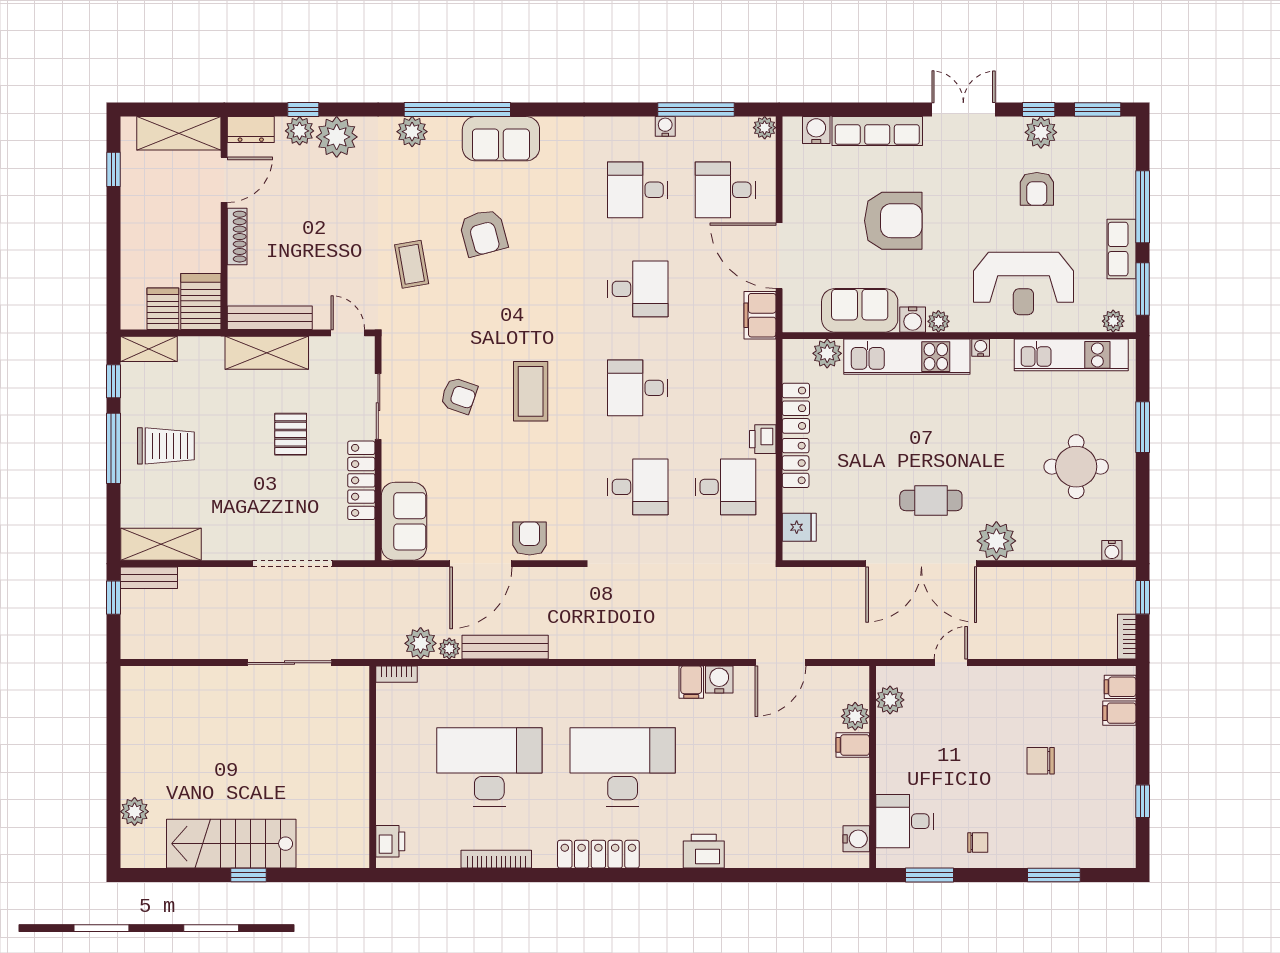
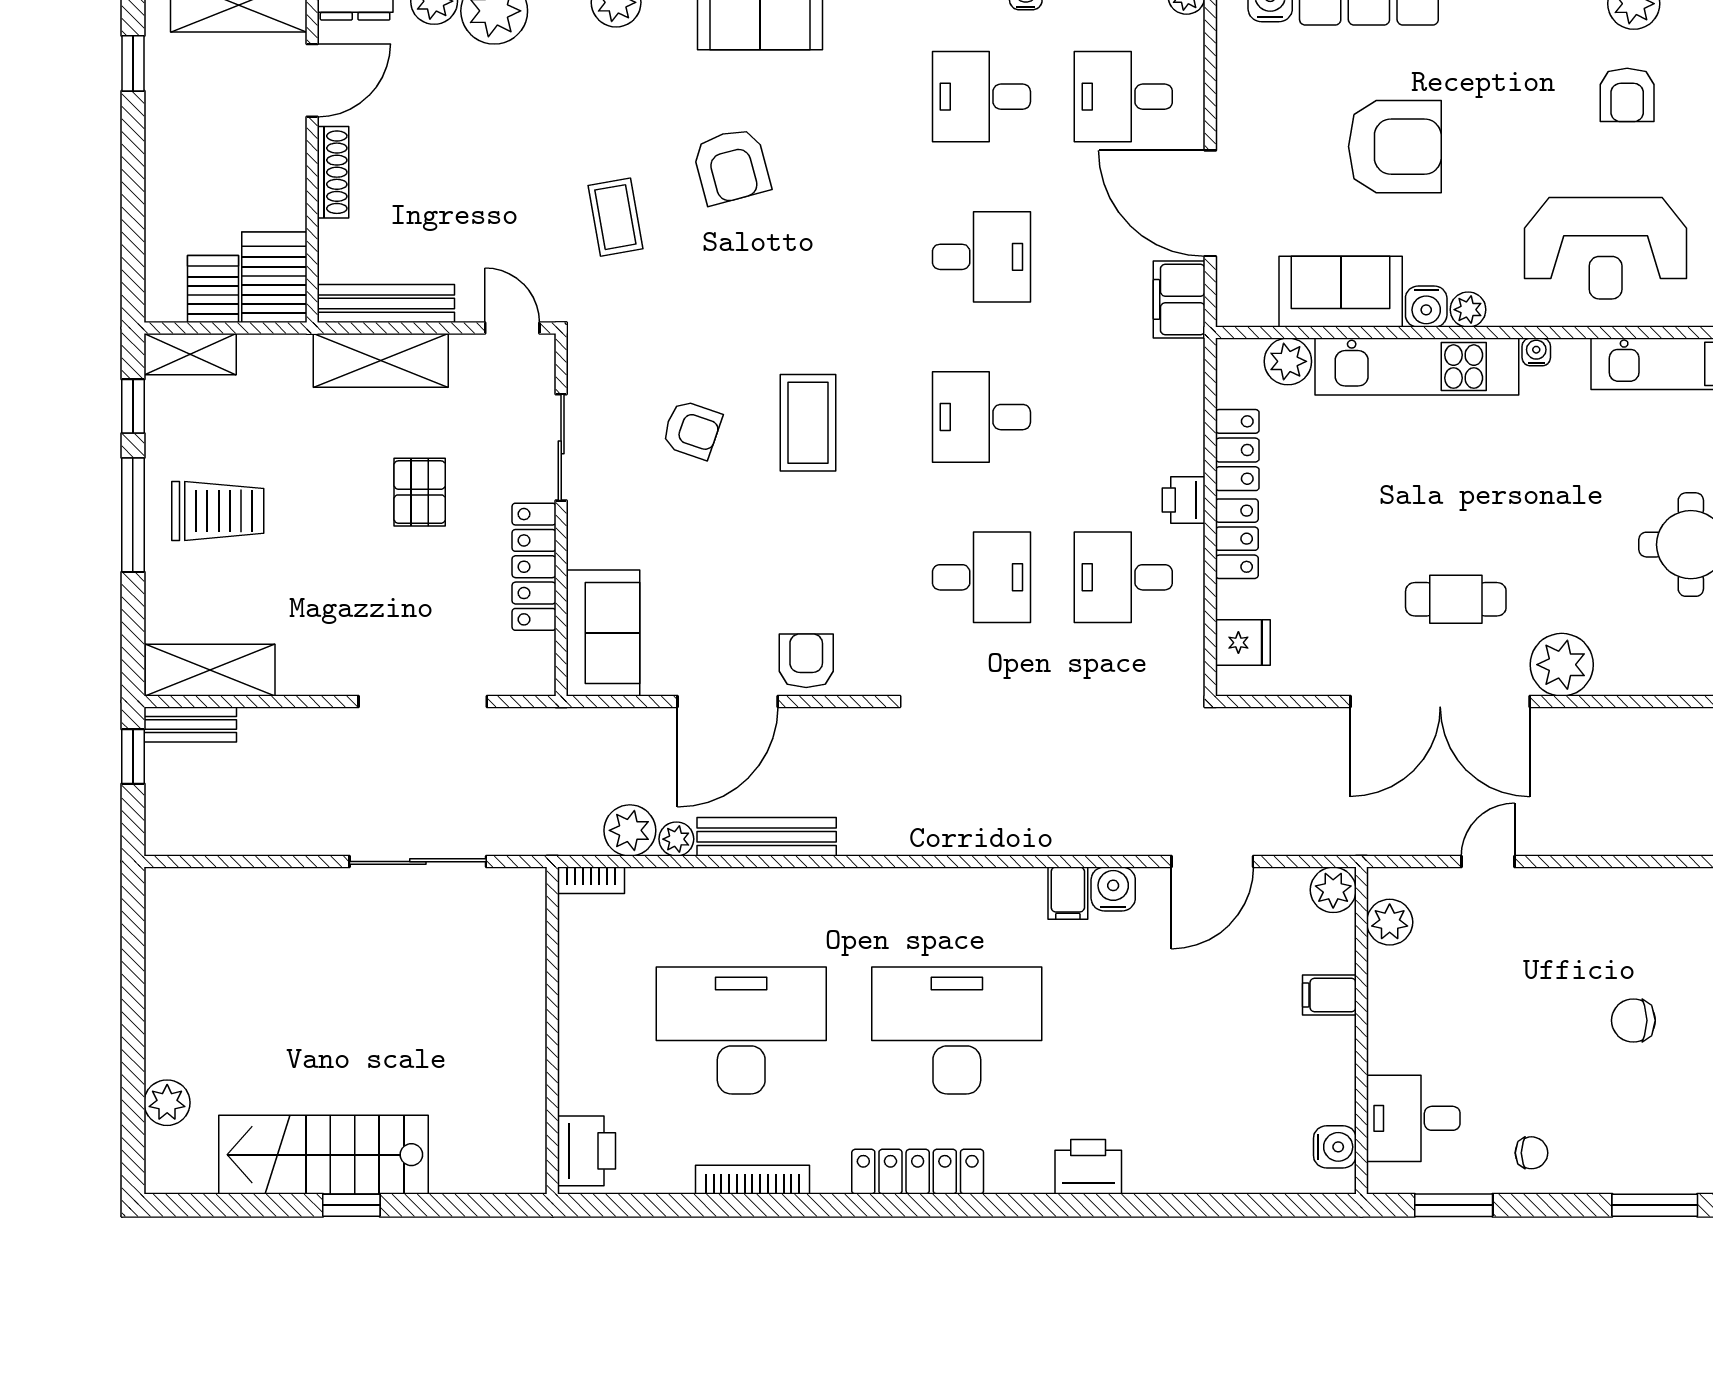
desk: (725, 487) -> (1123, 577), turned 180
plant: (855, 716) -> (1333, 890), moved
printer: (390, 841) -> (586, 1151), width x1.36, depth x1.24

